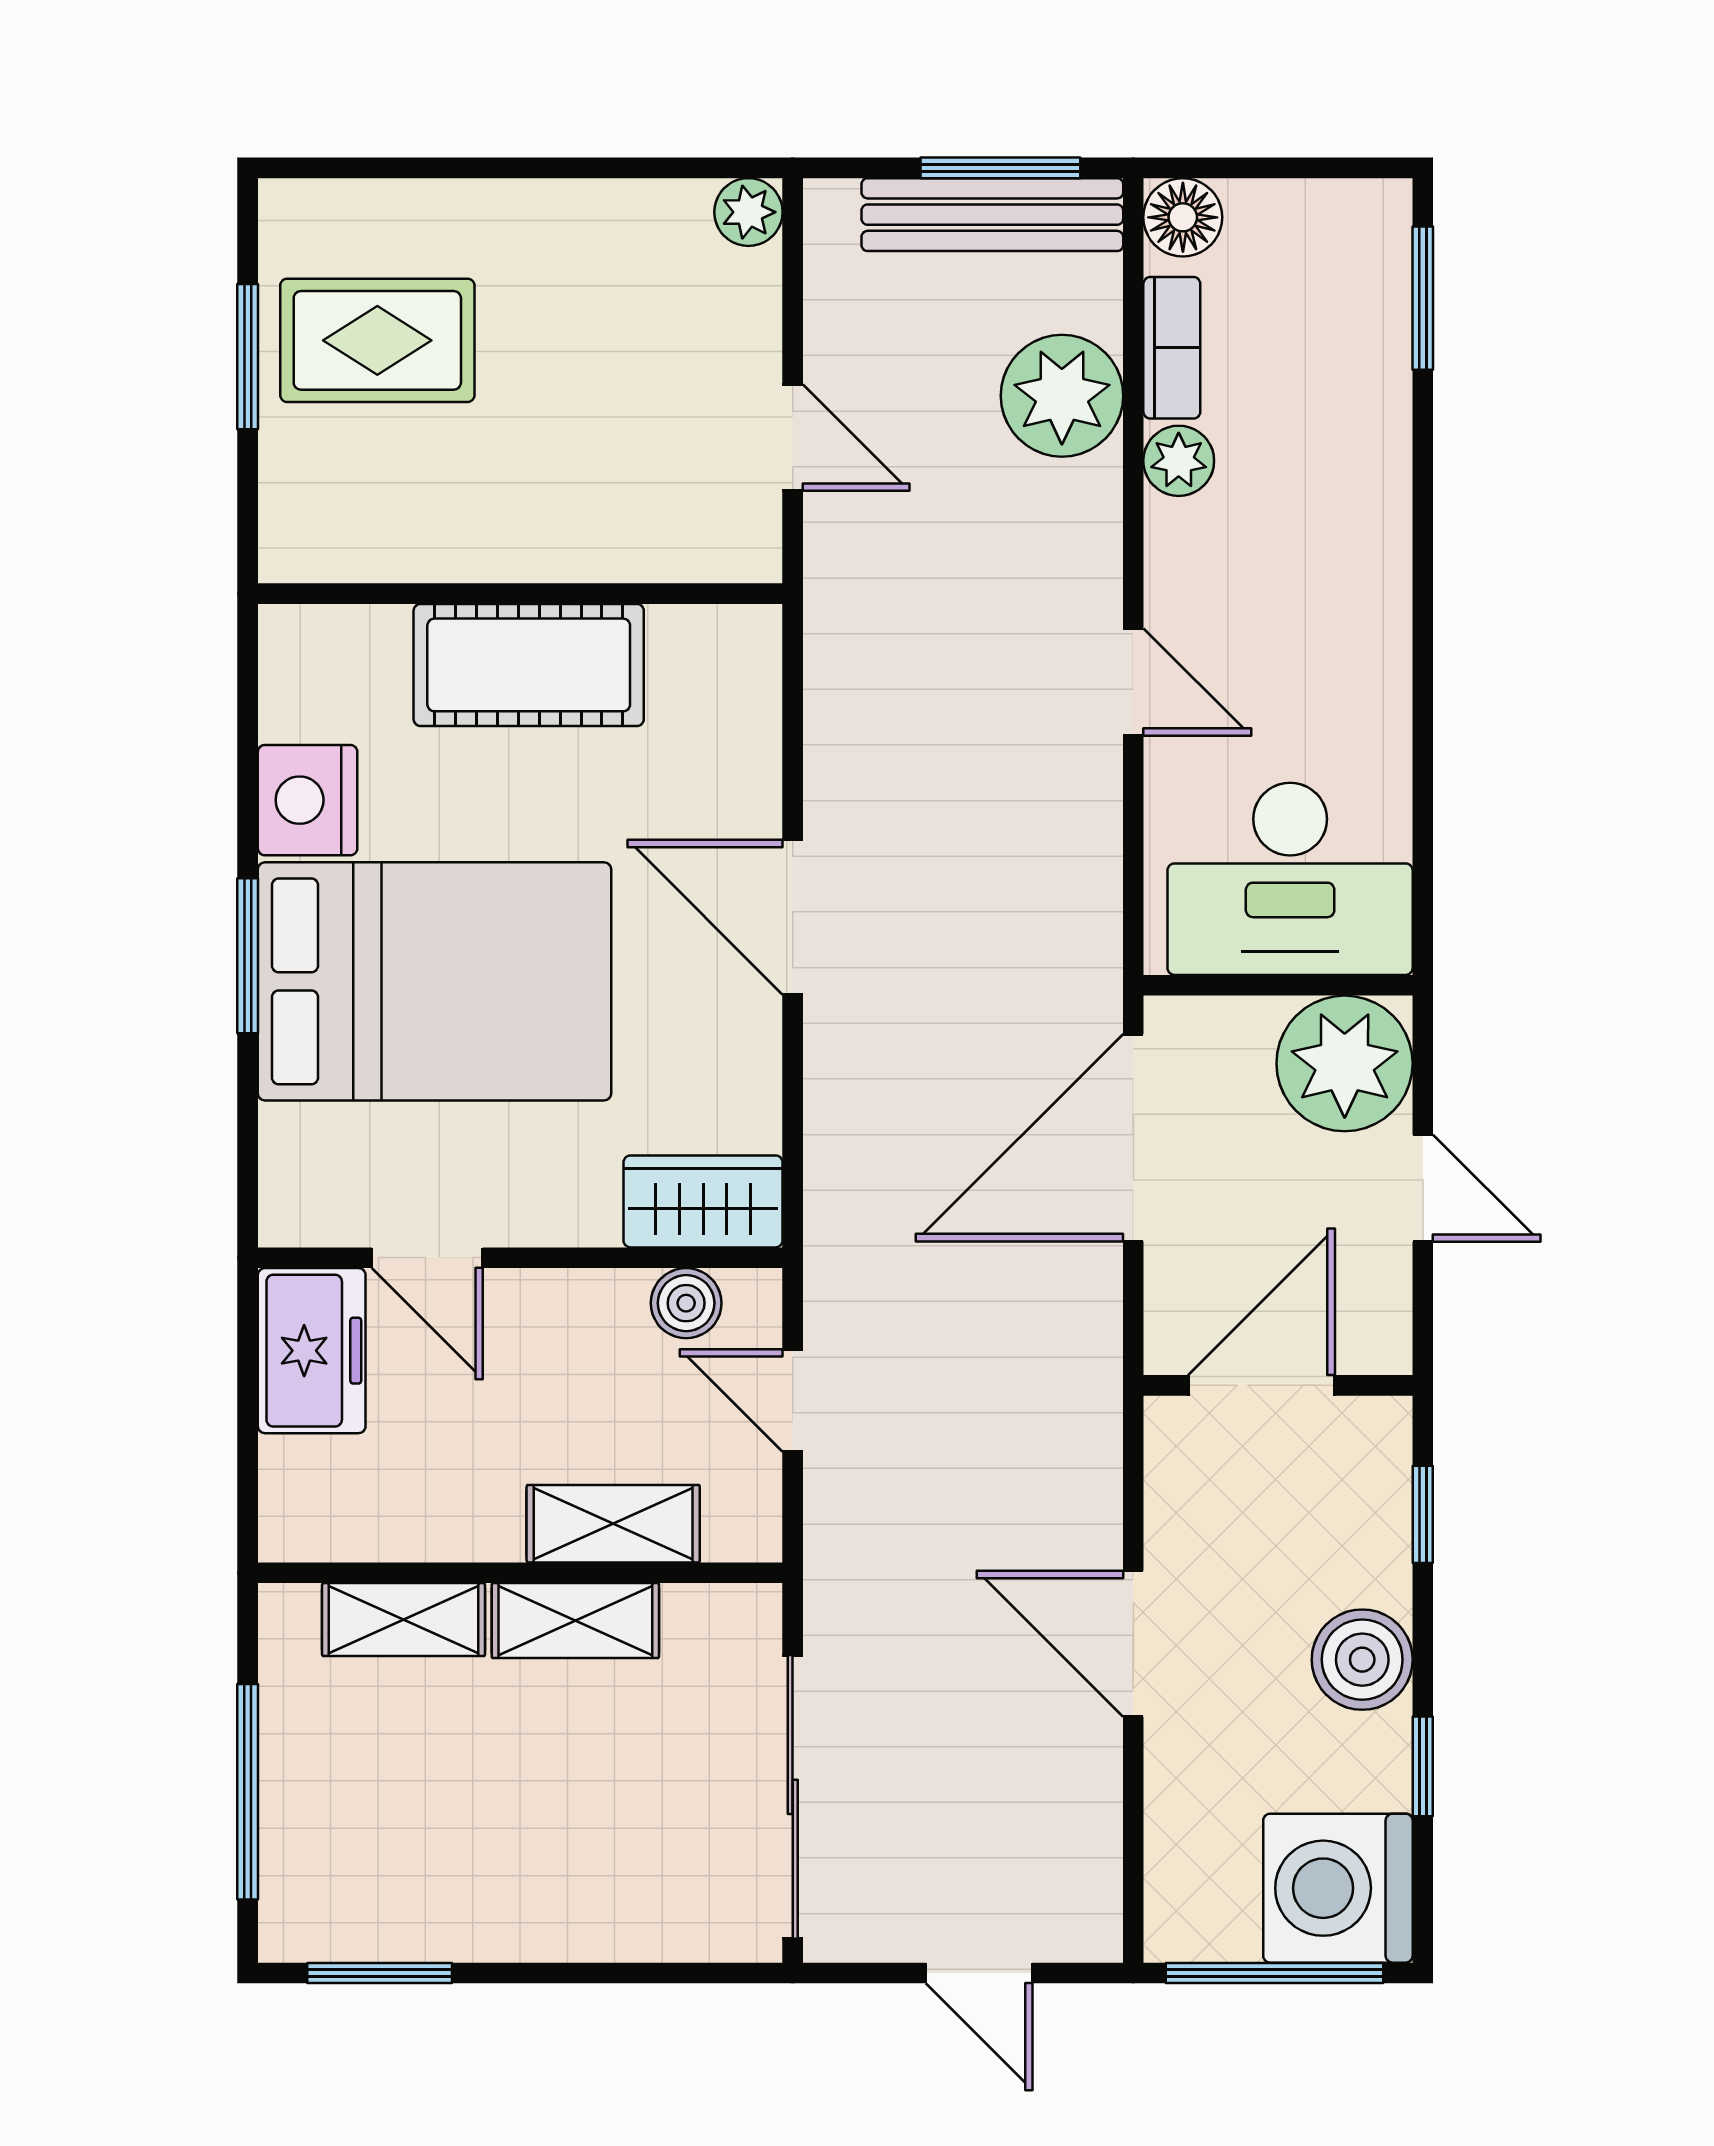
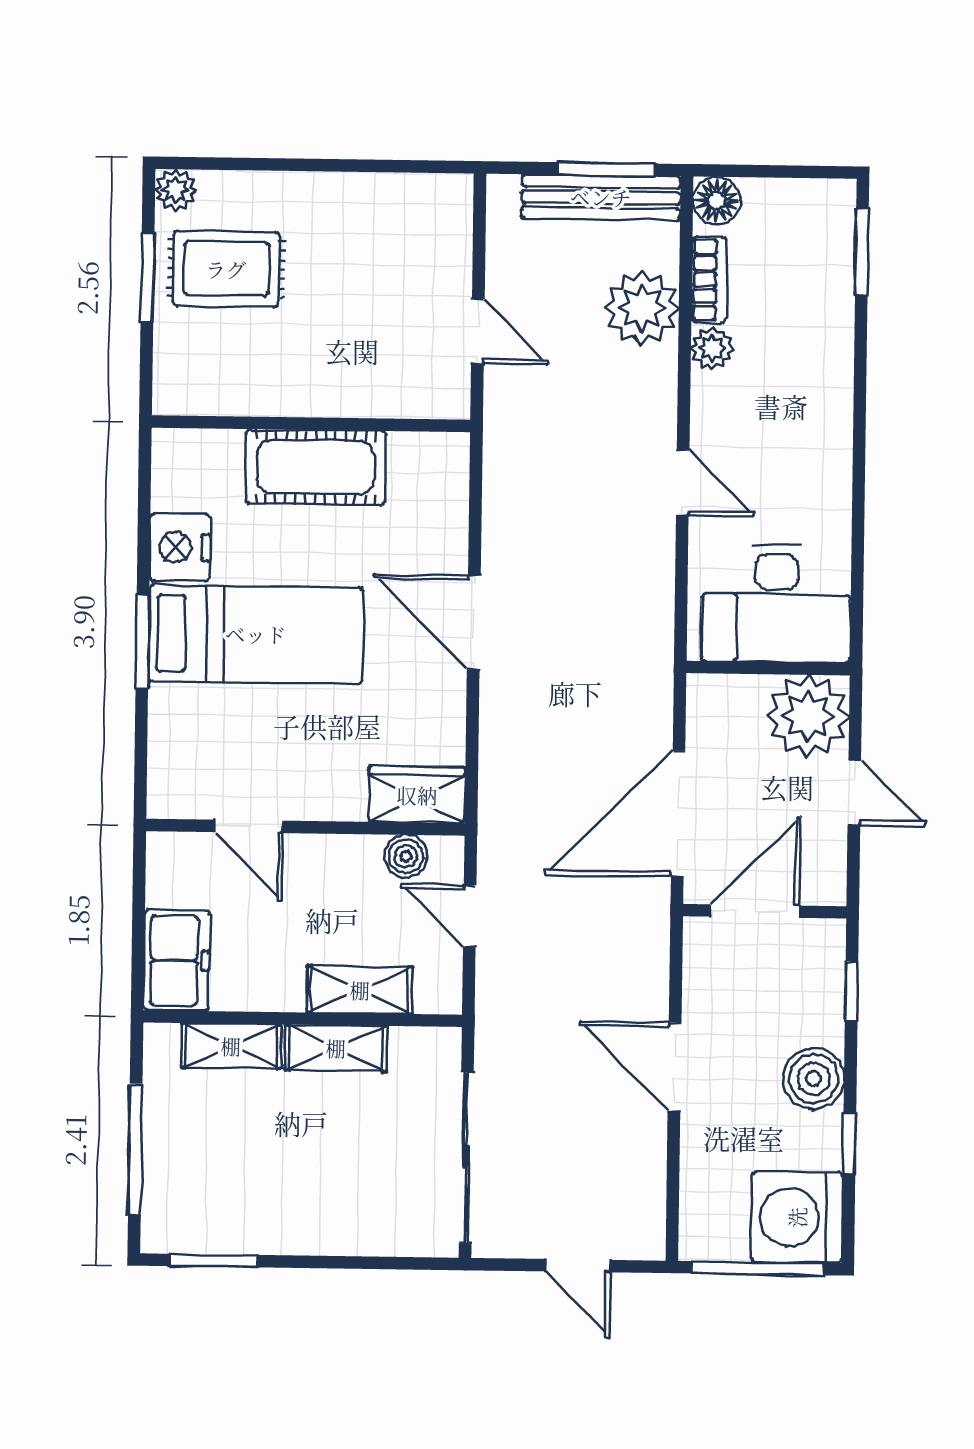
plant: (748, 212) -> (176, 190), moved
bed: (434, 981) -> (256, 634), width x0.67
door: (1133, 1138) -> (678, 814), moved
freezer: (312, 1351) -> (177, 960), moved

